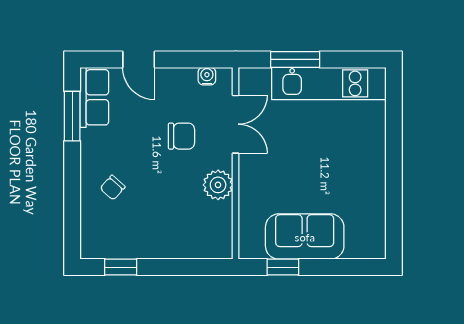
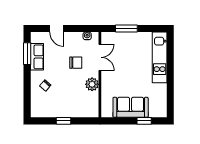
kitchen unit: (329, 83) -> (160, 57), moved, turned 90
row of seats: (94, 97) -> (37, 57), moved
window: (121, 267) -> (64, 121), moved
window: (283, 267) -> (144, 121), moved

